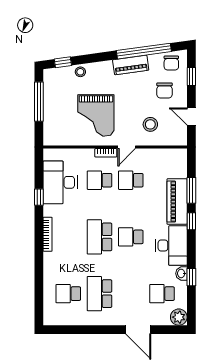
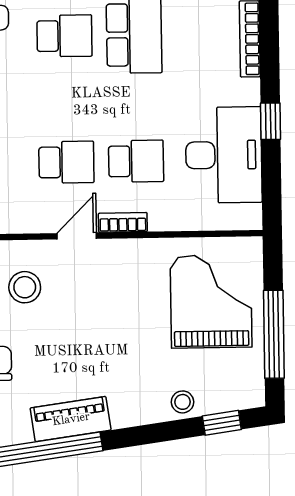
grand piano: (96, 115) -> (211, 301), moved

